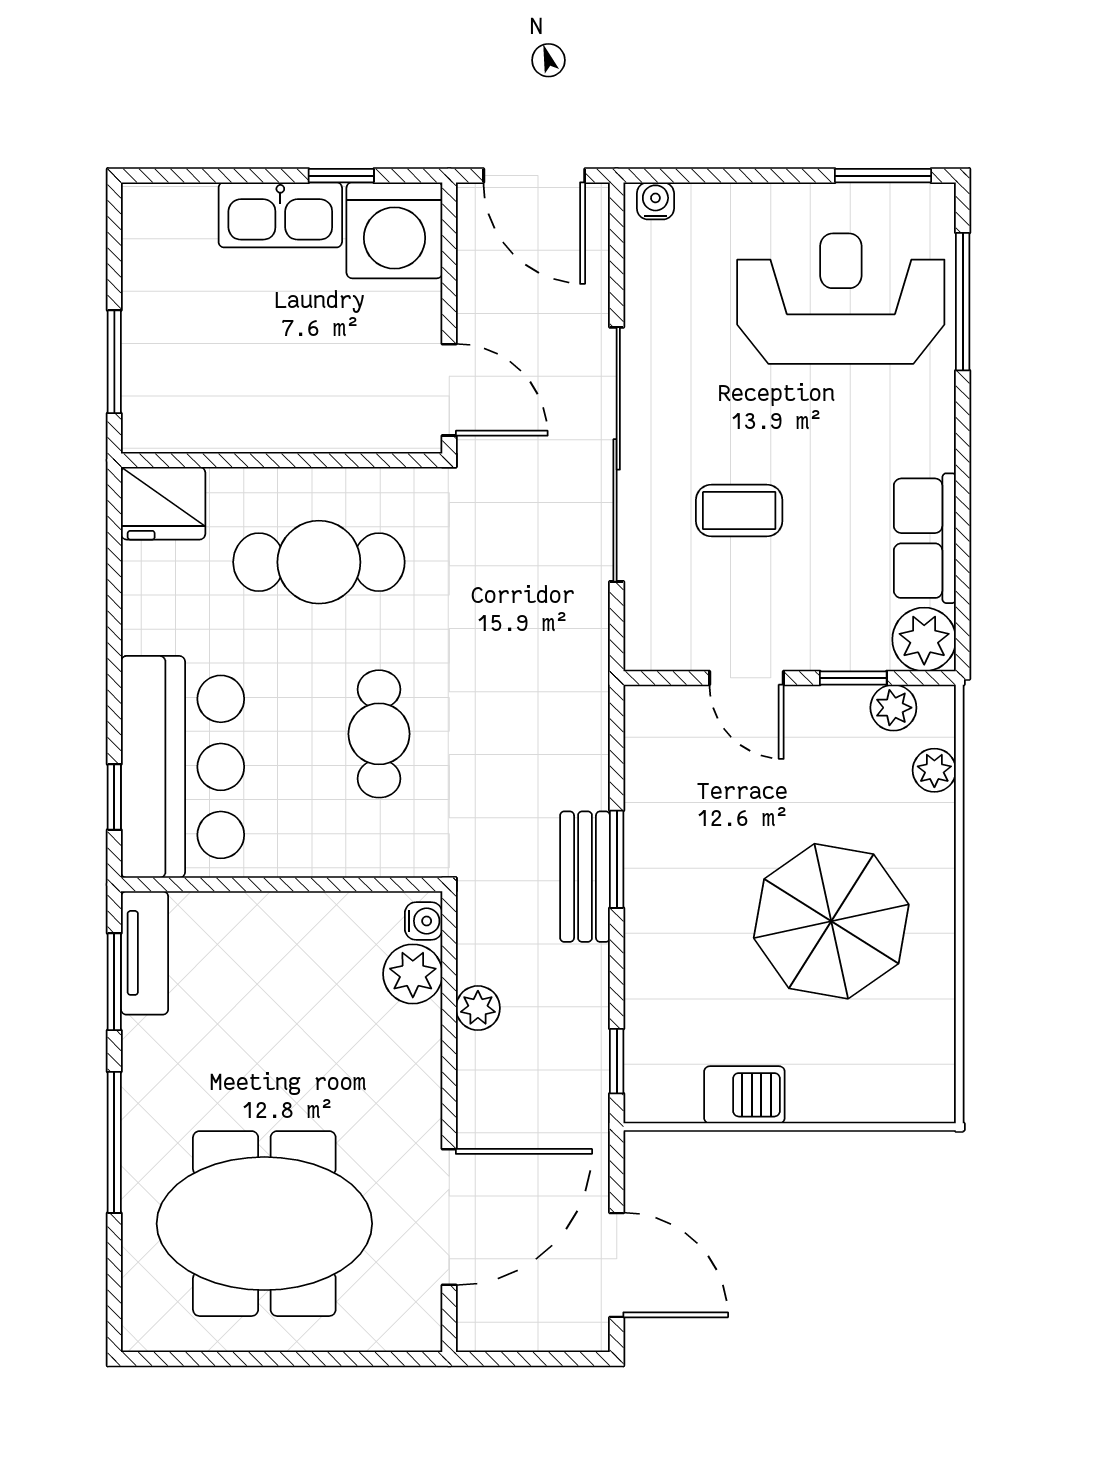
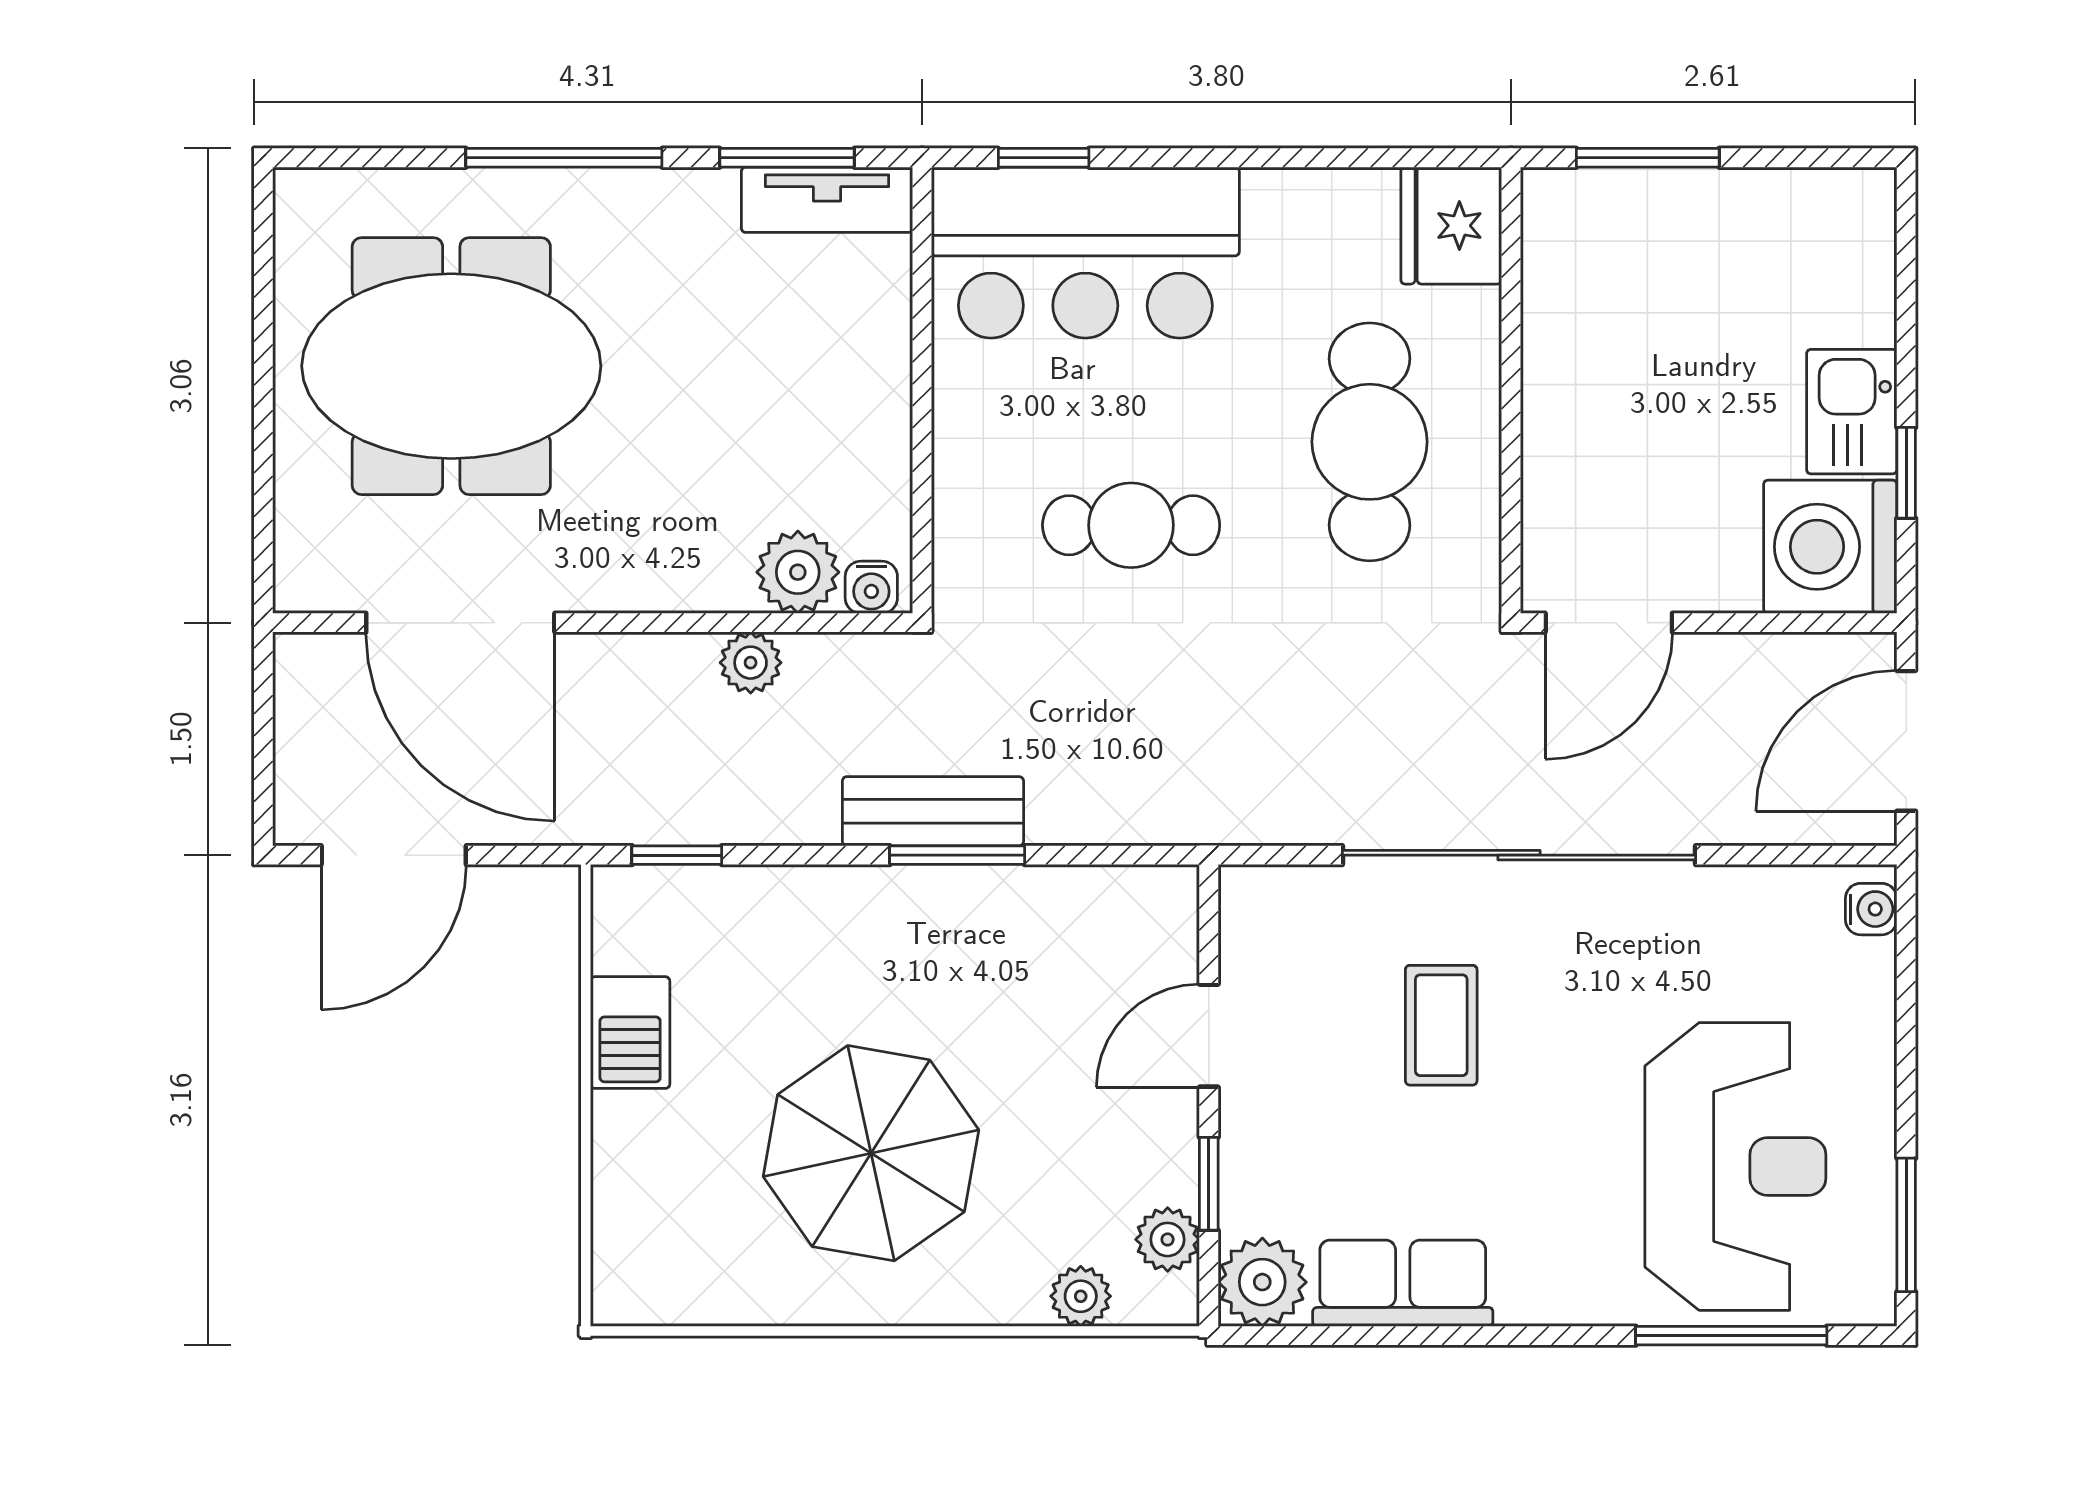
kitchen sink: (280, 215) -> (1852, 412), width x0.73
meeting table: (264, 1224) -> (451, 366), turned 90

